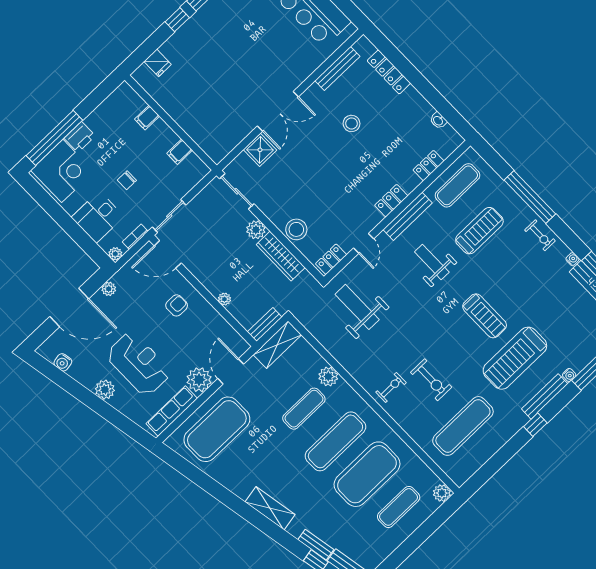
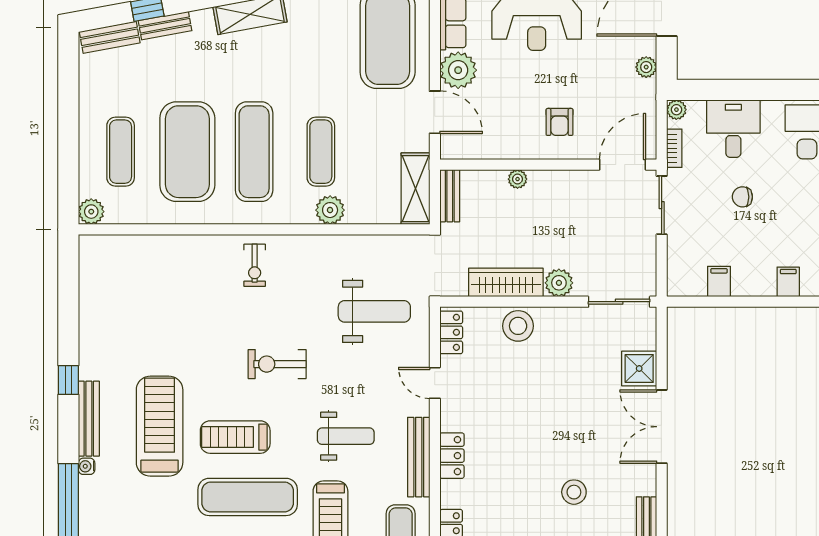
chair: (127, 180) -> (742, 197), turned -90
exercise bike: (431, 380) -> (277, 364), moved
exercise mat: (463, 426) -> (248, 497), moved, turned 90

